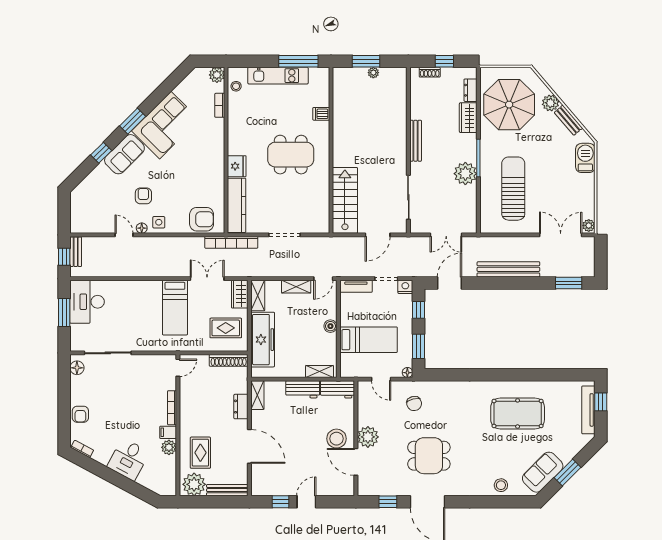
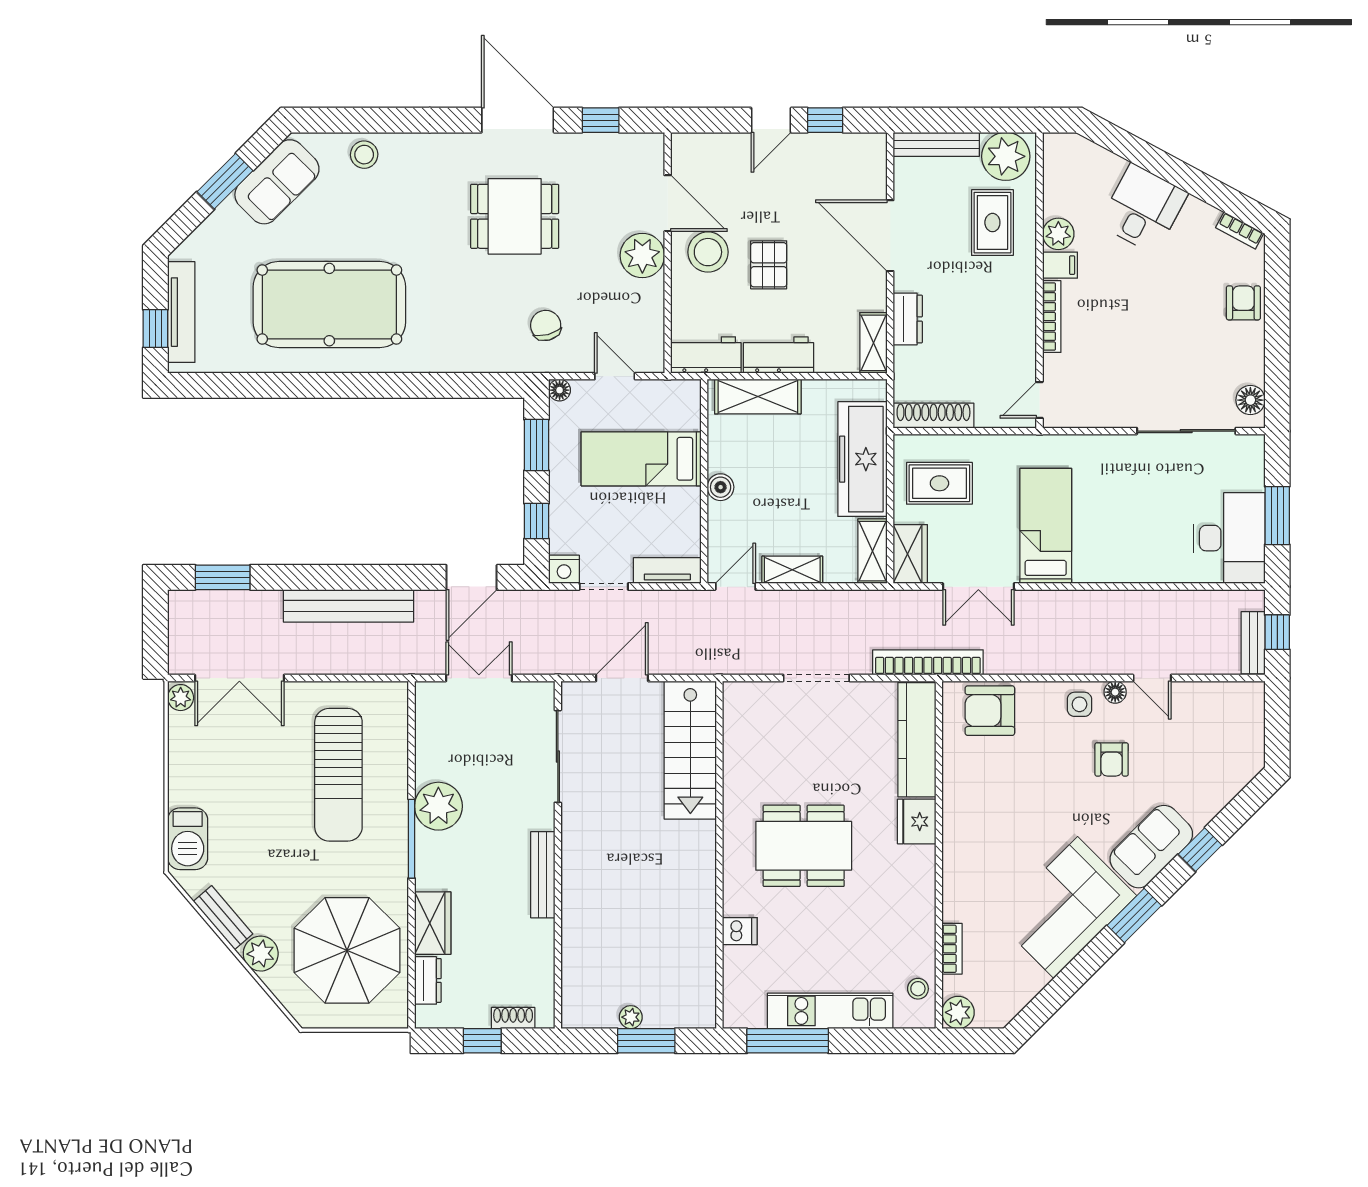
shelving: (320, 372) -> (758, 397), width x1.50, depth x1.33
pool table: (518, 413) -> (329, 305), width x1.36, depth x1.32
pallet: (307, 432) -> (769, 265), added

